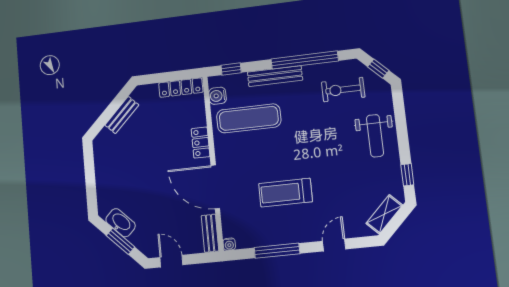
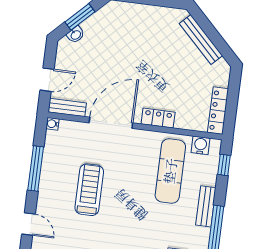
bench: (275, 76) -> (206, 206), width x0.73
bench: (122, 115) -> (201, 40), width x1.36
washbasin: (121, 223) -> (76, 35), moved, width x0.52, depth x0.69
door: (171, 261) -> (47, 80), moved

